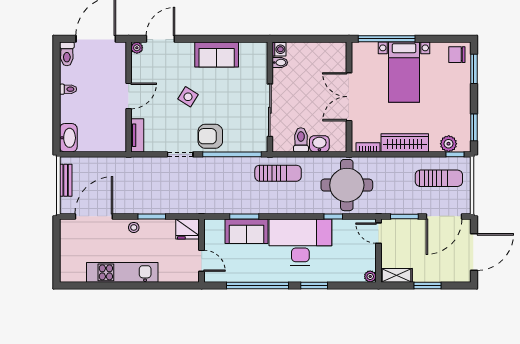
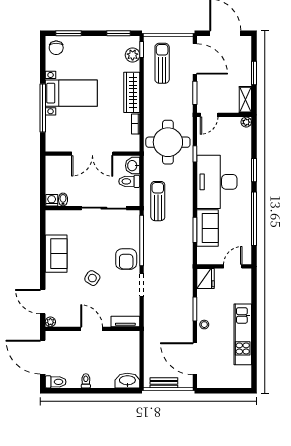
double door: (349, 97) -> (92, 154), moved
wall: (349, 97) -> (92, 154), moved

